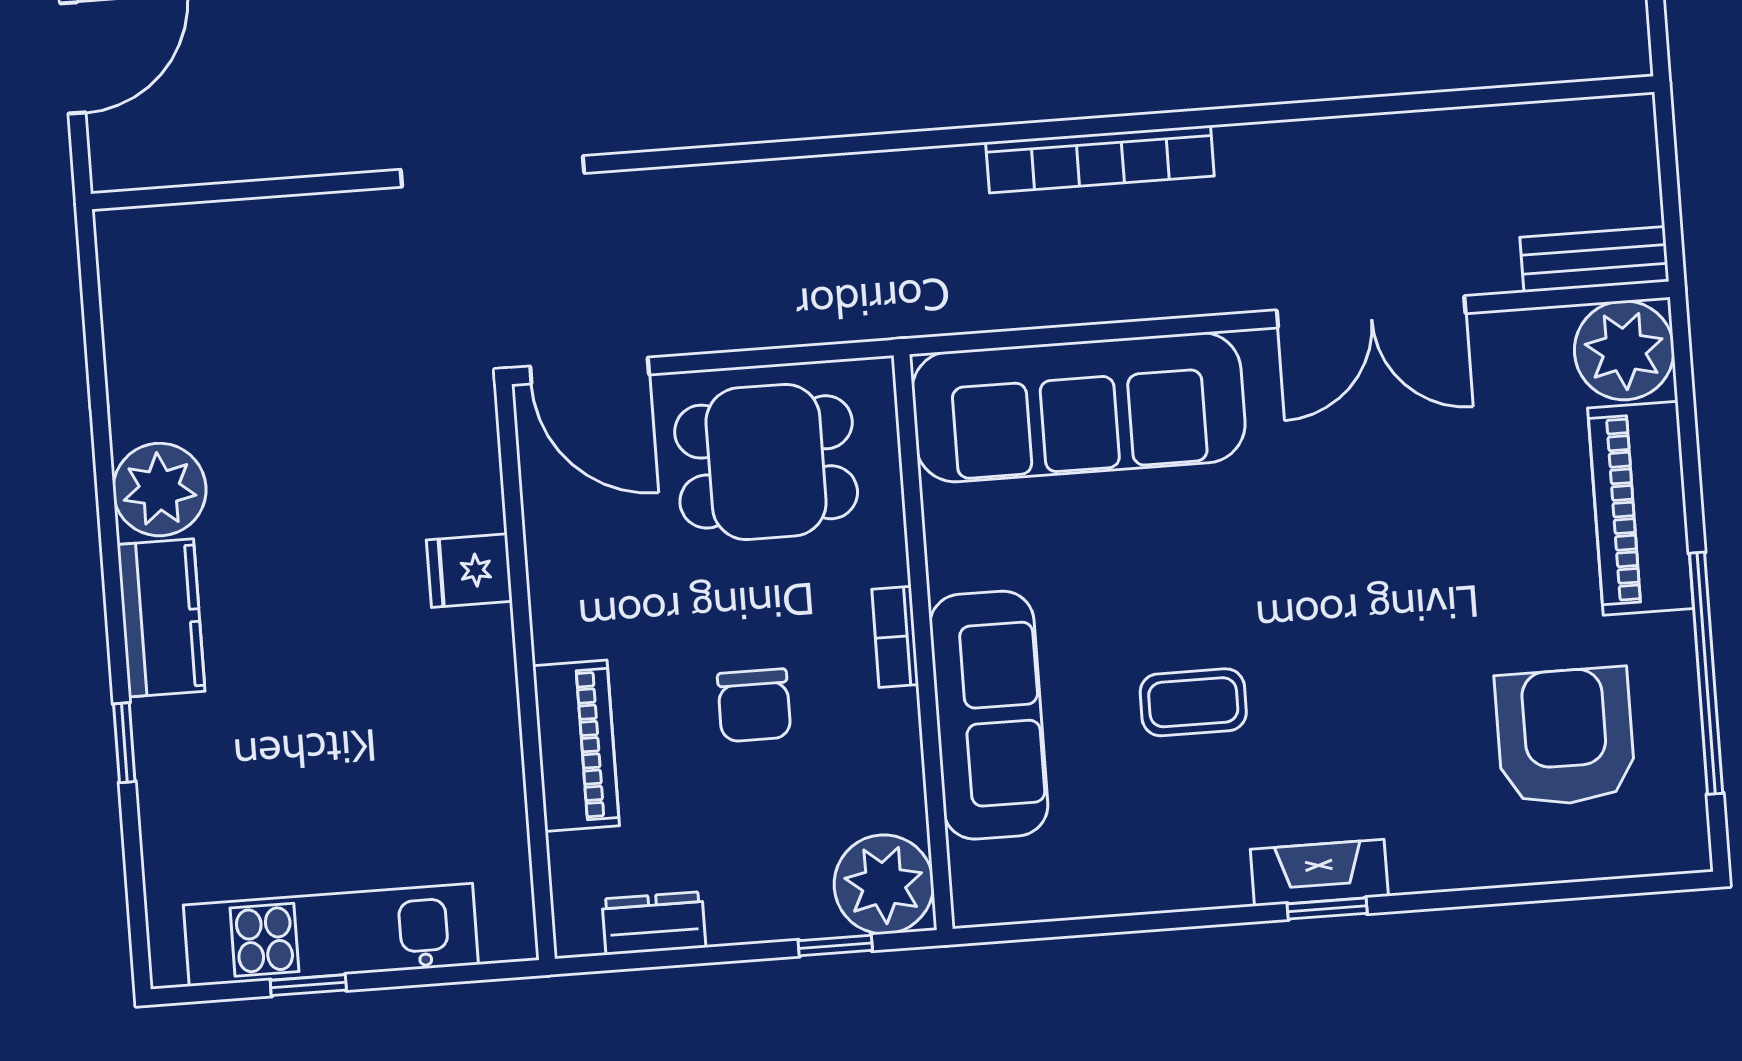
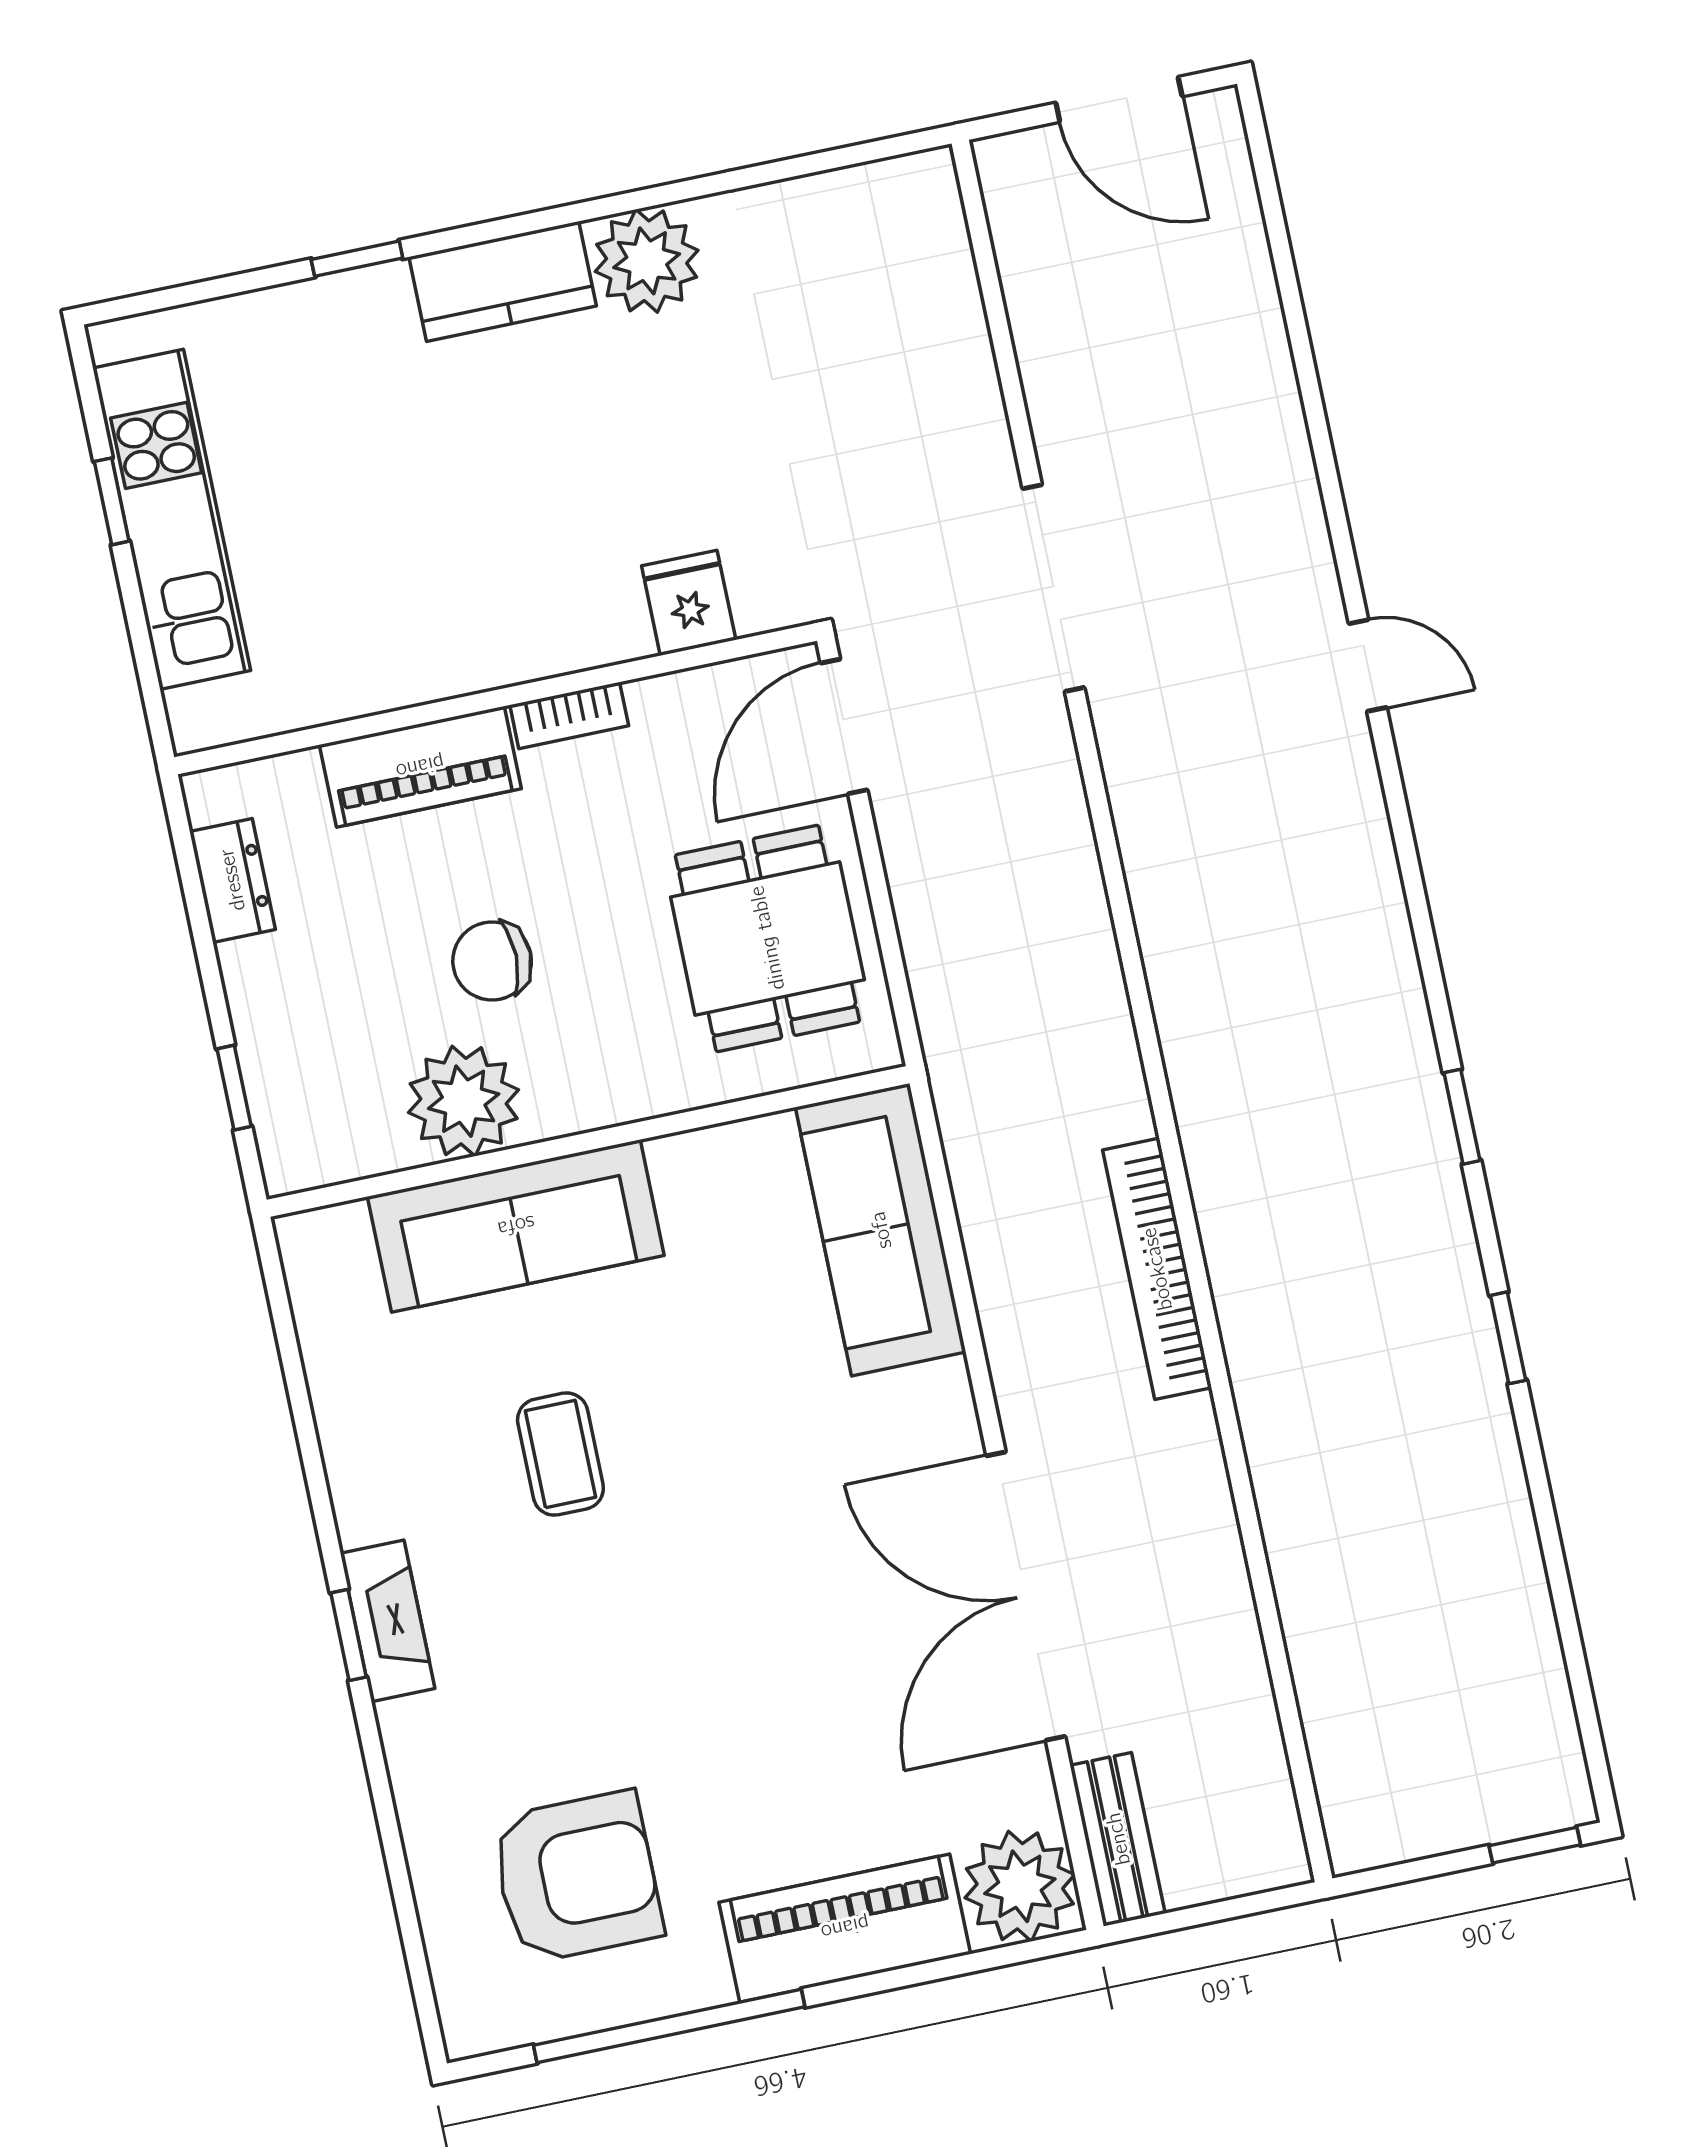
double door: (1371, 312) -> (1026, 1596), width x1.36
sofa: (1078, 407) -> (881, 1230), width x0.74, depth x0.79
fridge: (469, 571) -> (689, 603), moved
bookcase: (895, 637) -> (569, 715), moved, turned 180
plant: (884, 884) -> (464, 1101), moved

